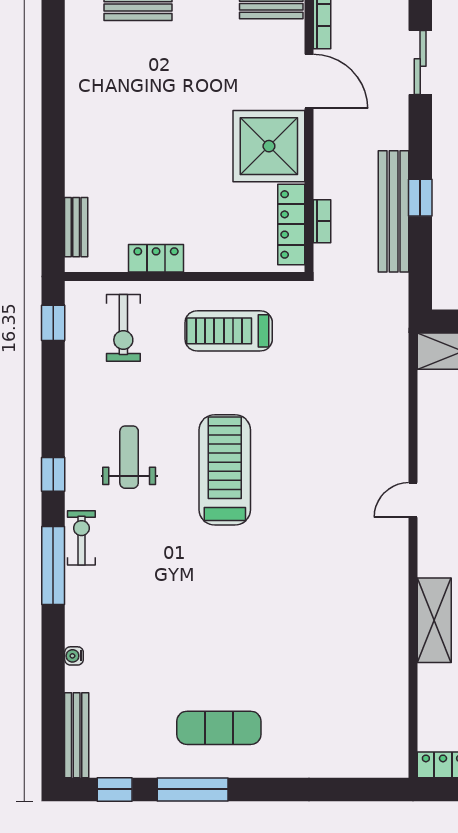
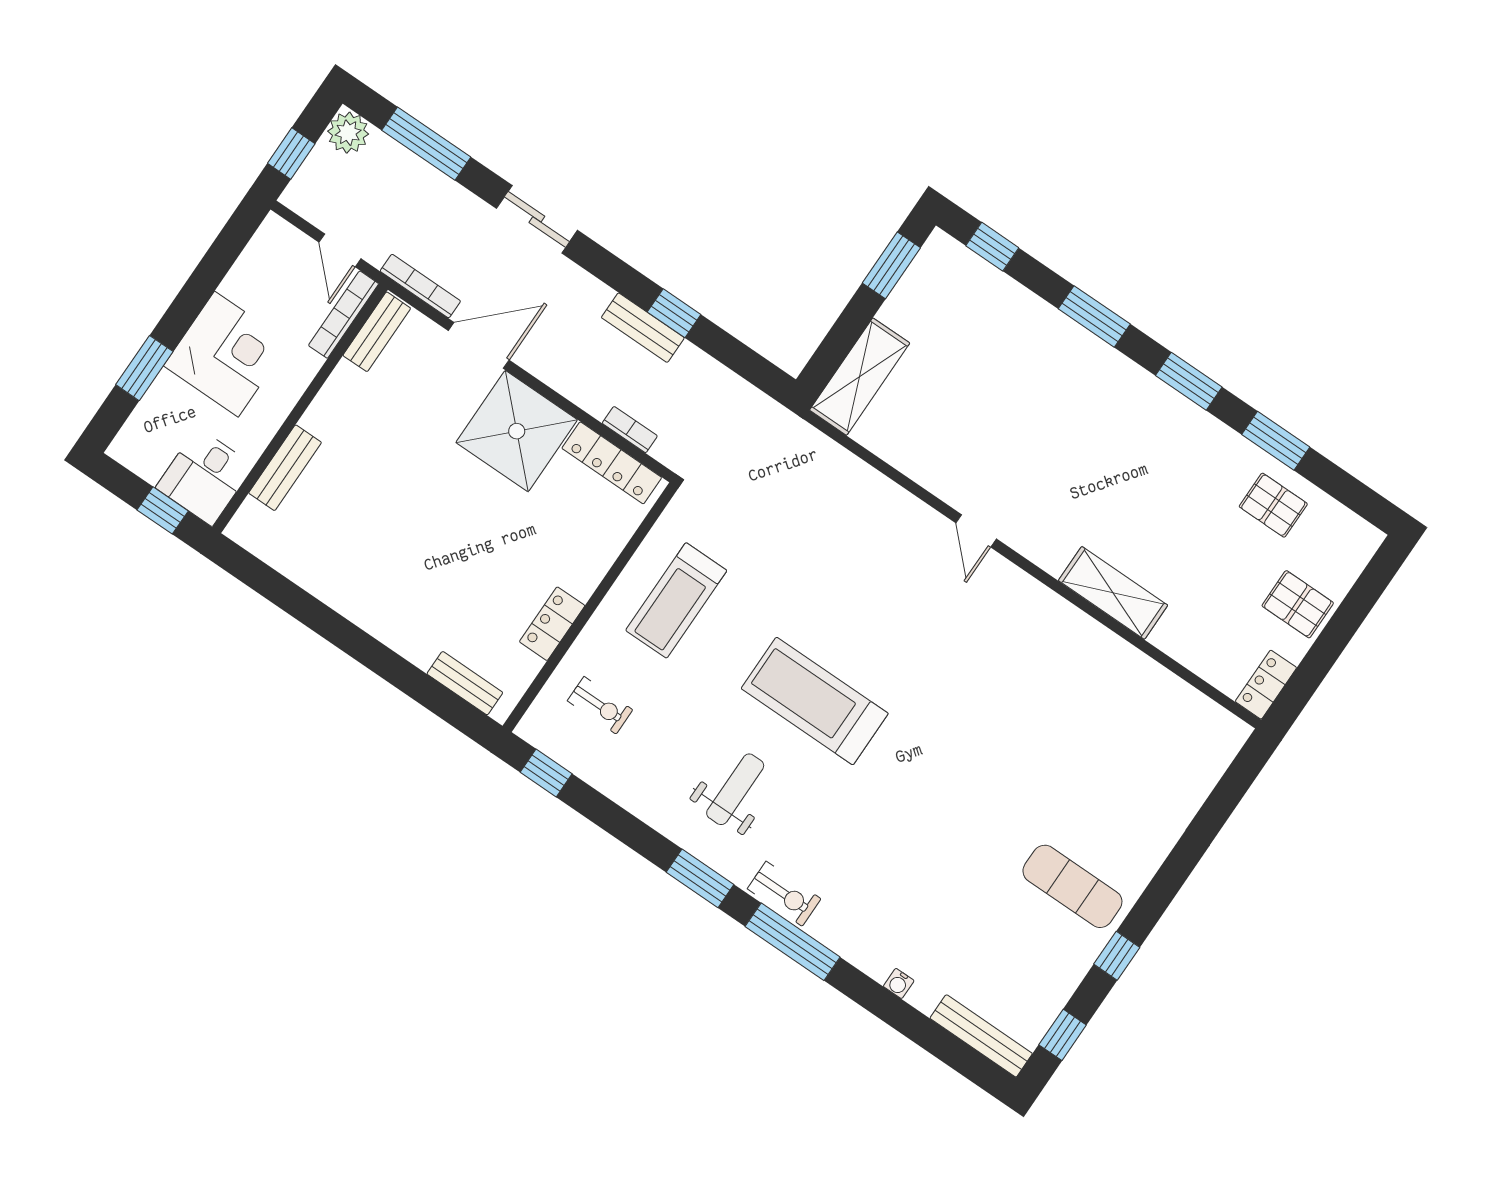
bench: (394, 211) -> (643, 328), width x0.54, depth x0.82
exercise bike: (123, 328) -> (600, 705), width x0.73, depth x0.72
weight bench: (129, 457) -> (735, 789), turned 90
window: (53, 474) -> (700, 878), width x1.50
exercise bike: (81, 538) -> (784, 894), turned 180
exercise mat: (219, 728) -> (1072, 886), turned 90
window: (193, 789) -> (1117, 956), width x0.46

